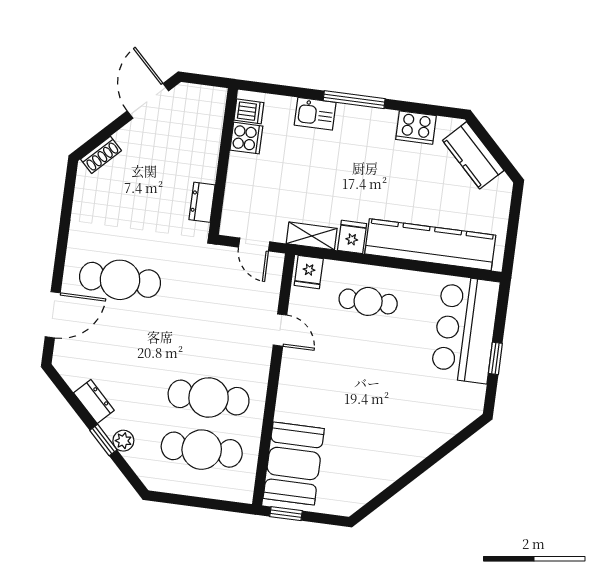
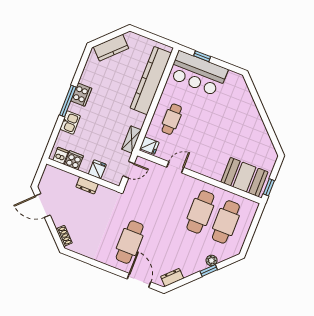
cooker: (416, 128) -> (81, 95), moved
dresser: (202, 202) -> (87, 185), moved
fridge: (352, 237) -> (97, 169), moved, turned 90
window: (495, 358) -> (202, 56), moved
dresser: (94, 402) -> (172, 277), moved

